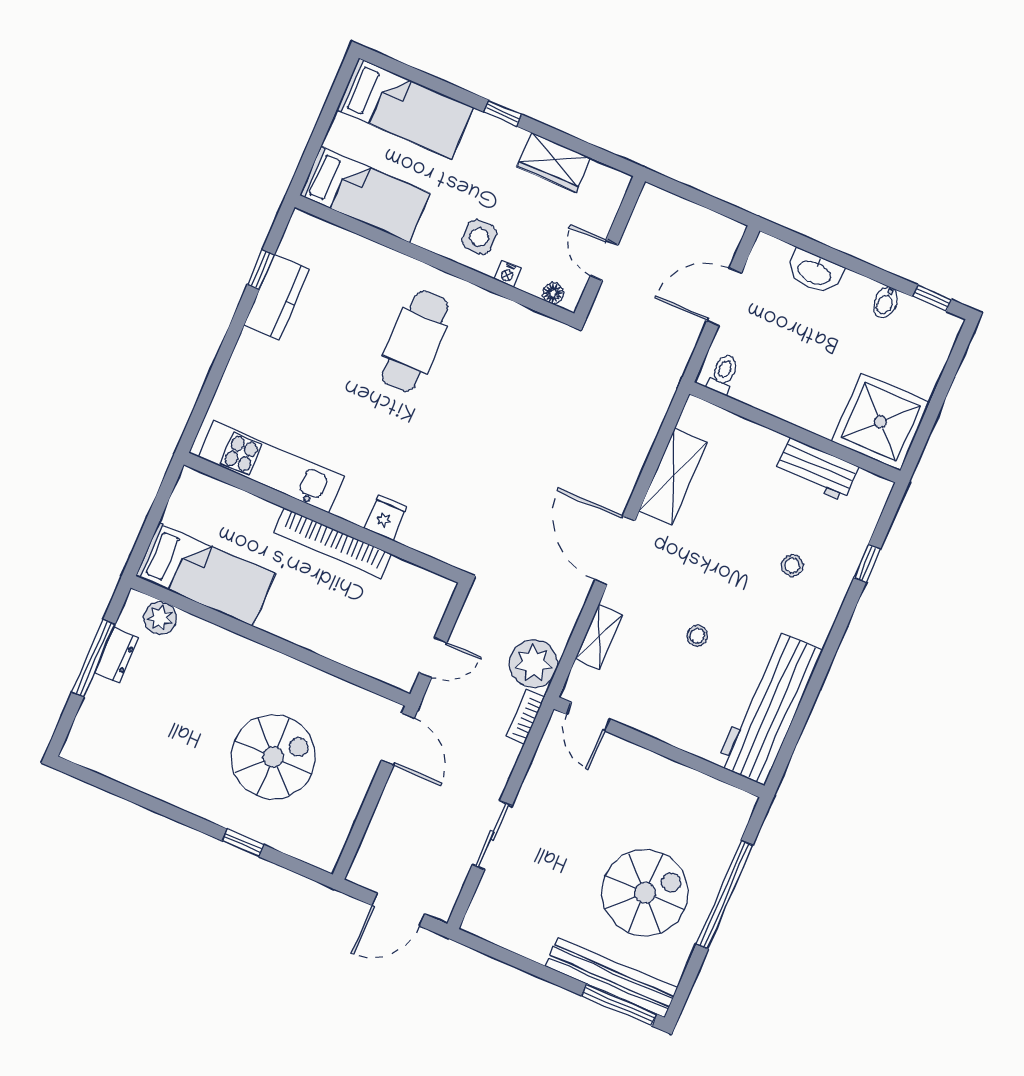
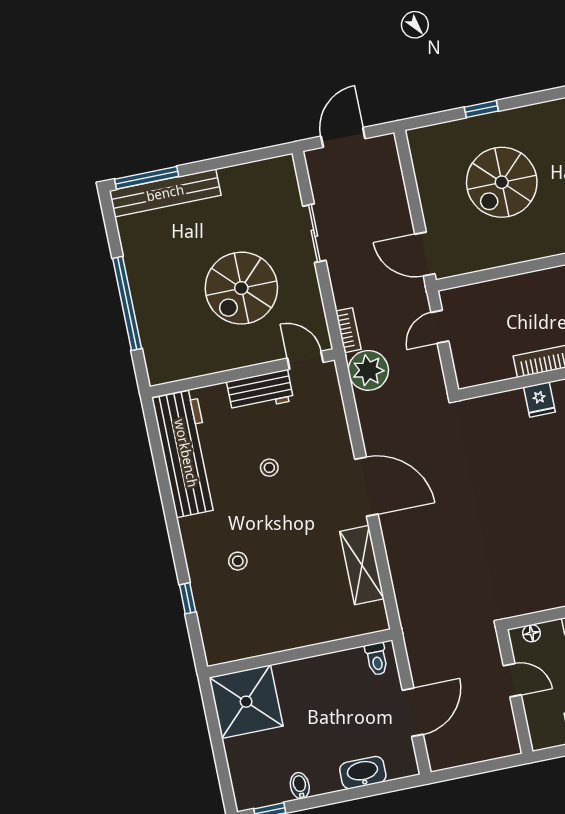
workbench: (816, 469) -> (260, 391), moved, turned 180
shelving: (599, 637) -> (336, 420), removed
spiral stairs: (645, 893) -> (241, 288), moved

